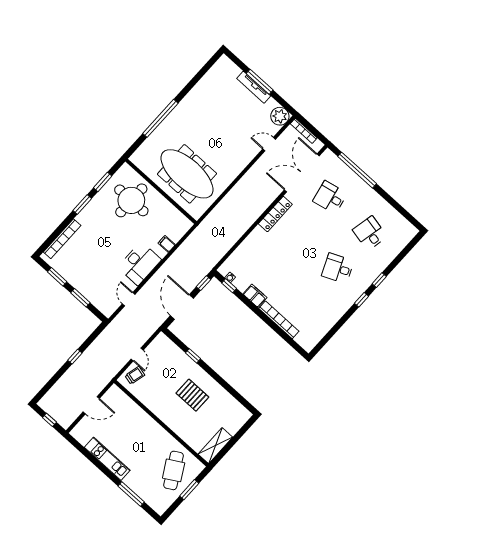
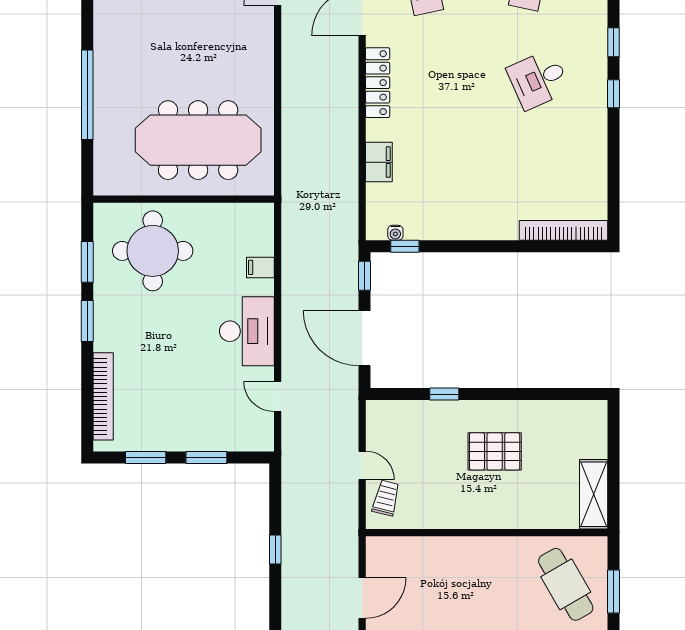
filing cabinet: (255, 296) -> (379, 162), moved, turned 90
bookcase: (279, 320) -> (564, 230), moved

